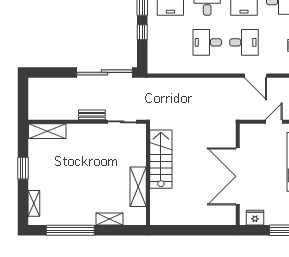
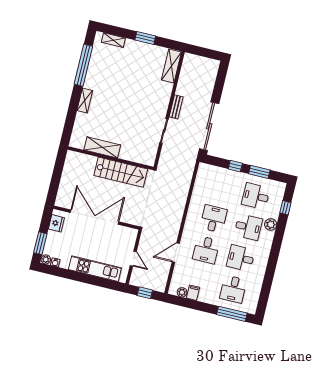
stairs: (161, 159) -> (121, 172), moved
wall: (148, 174) -> (111, 158), moved
shelving: (138, 187) -> (102, 147), moved

